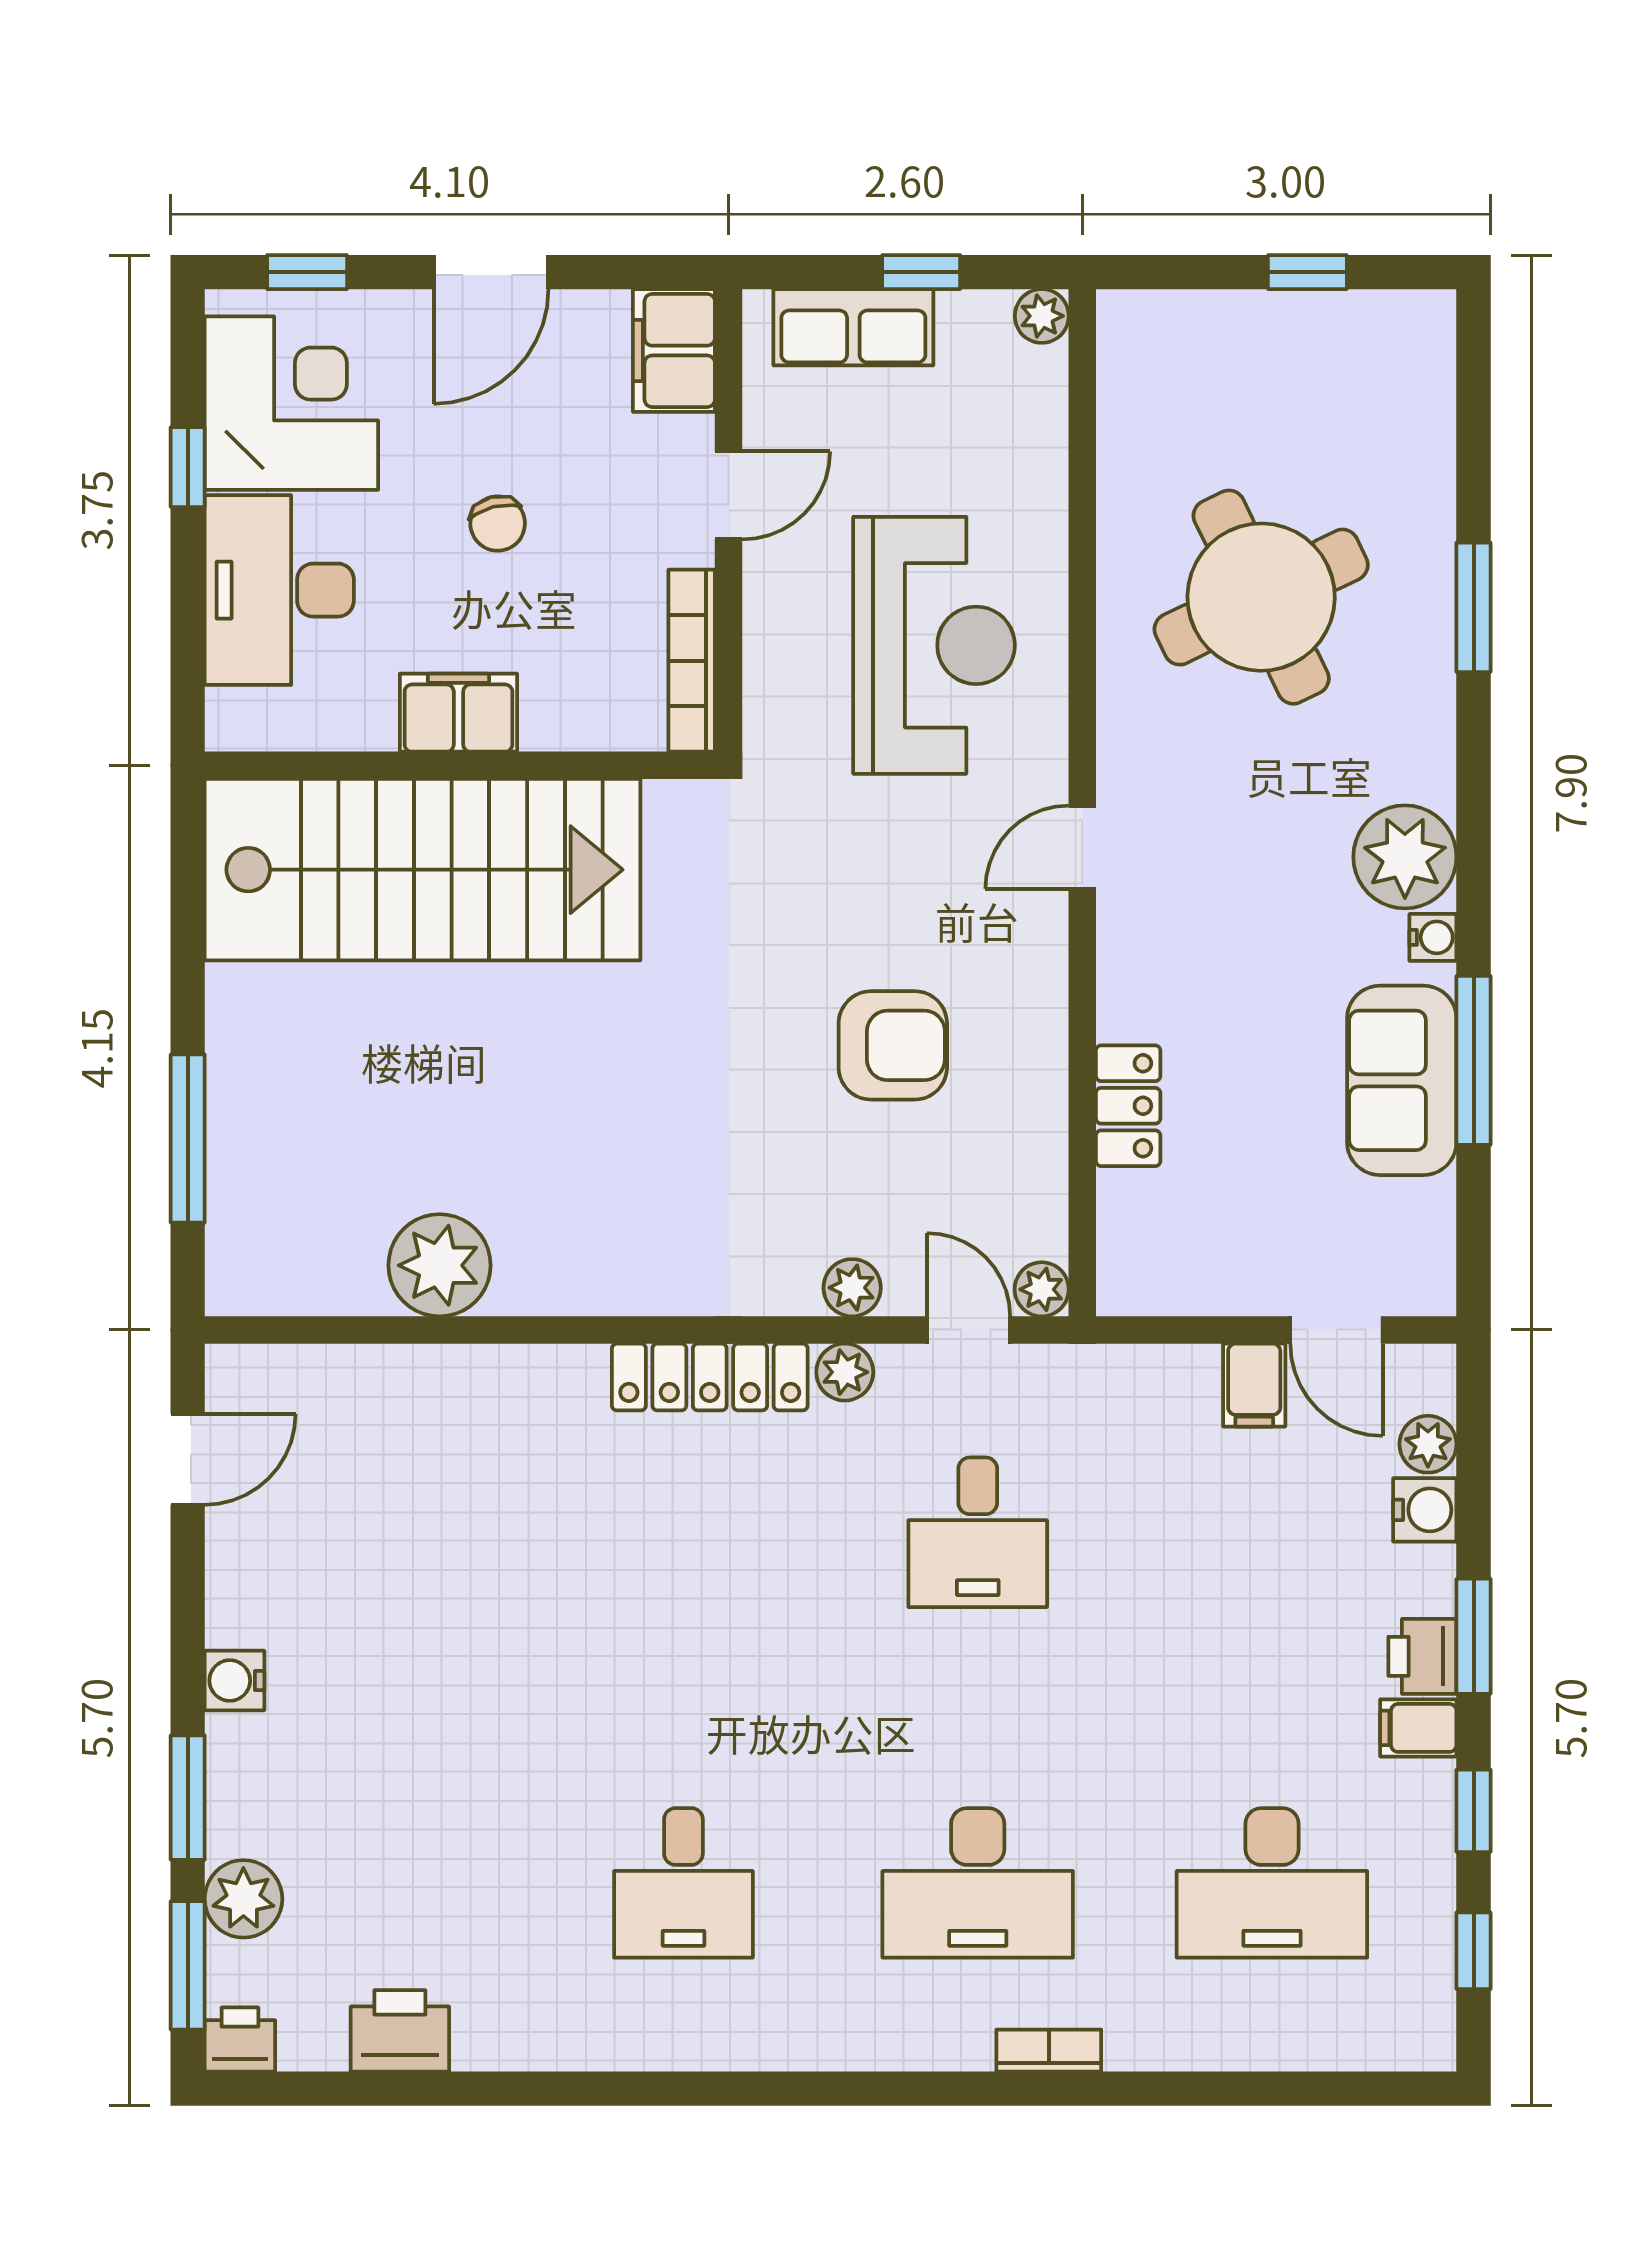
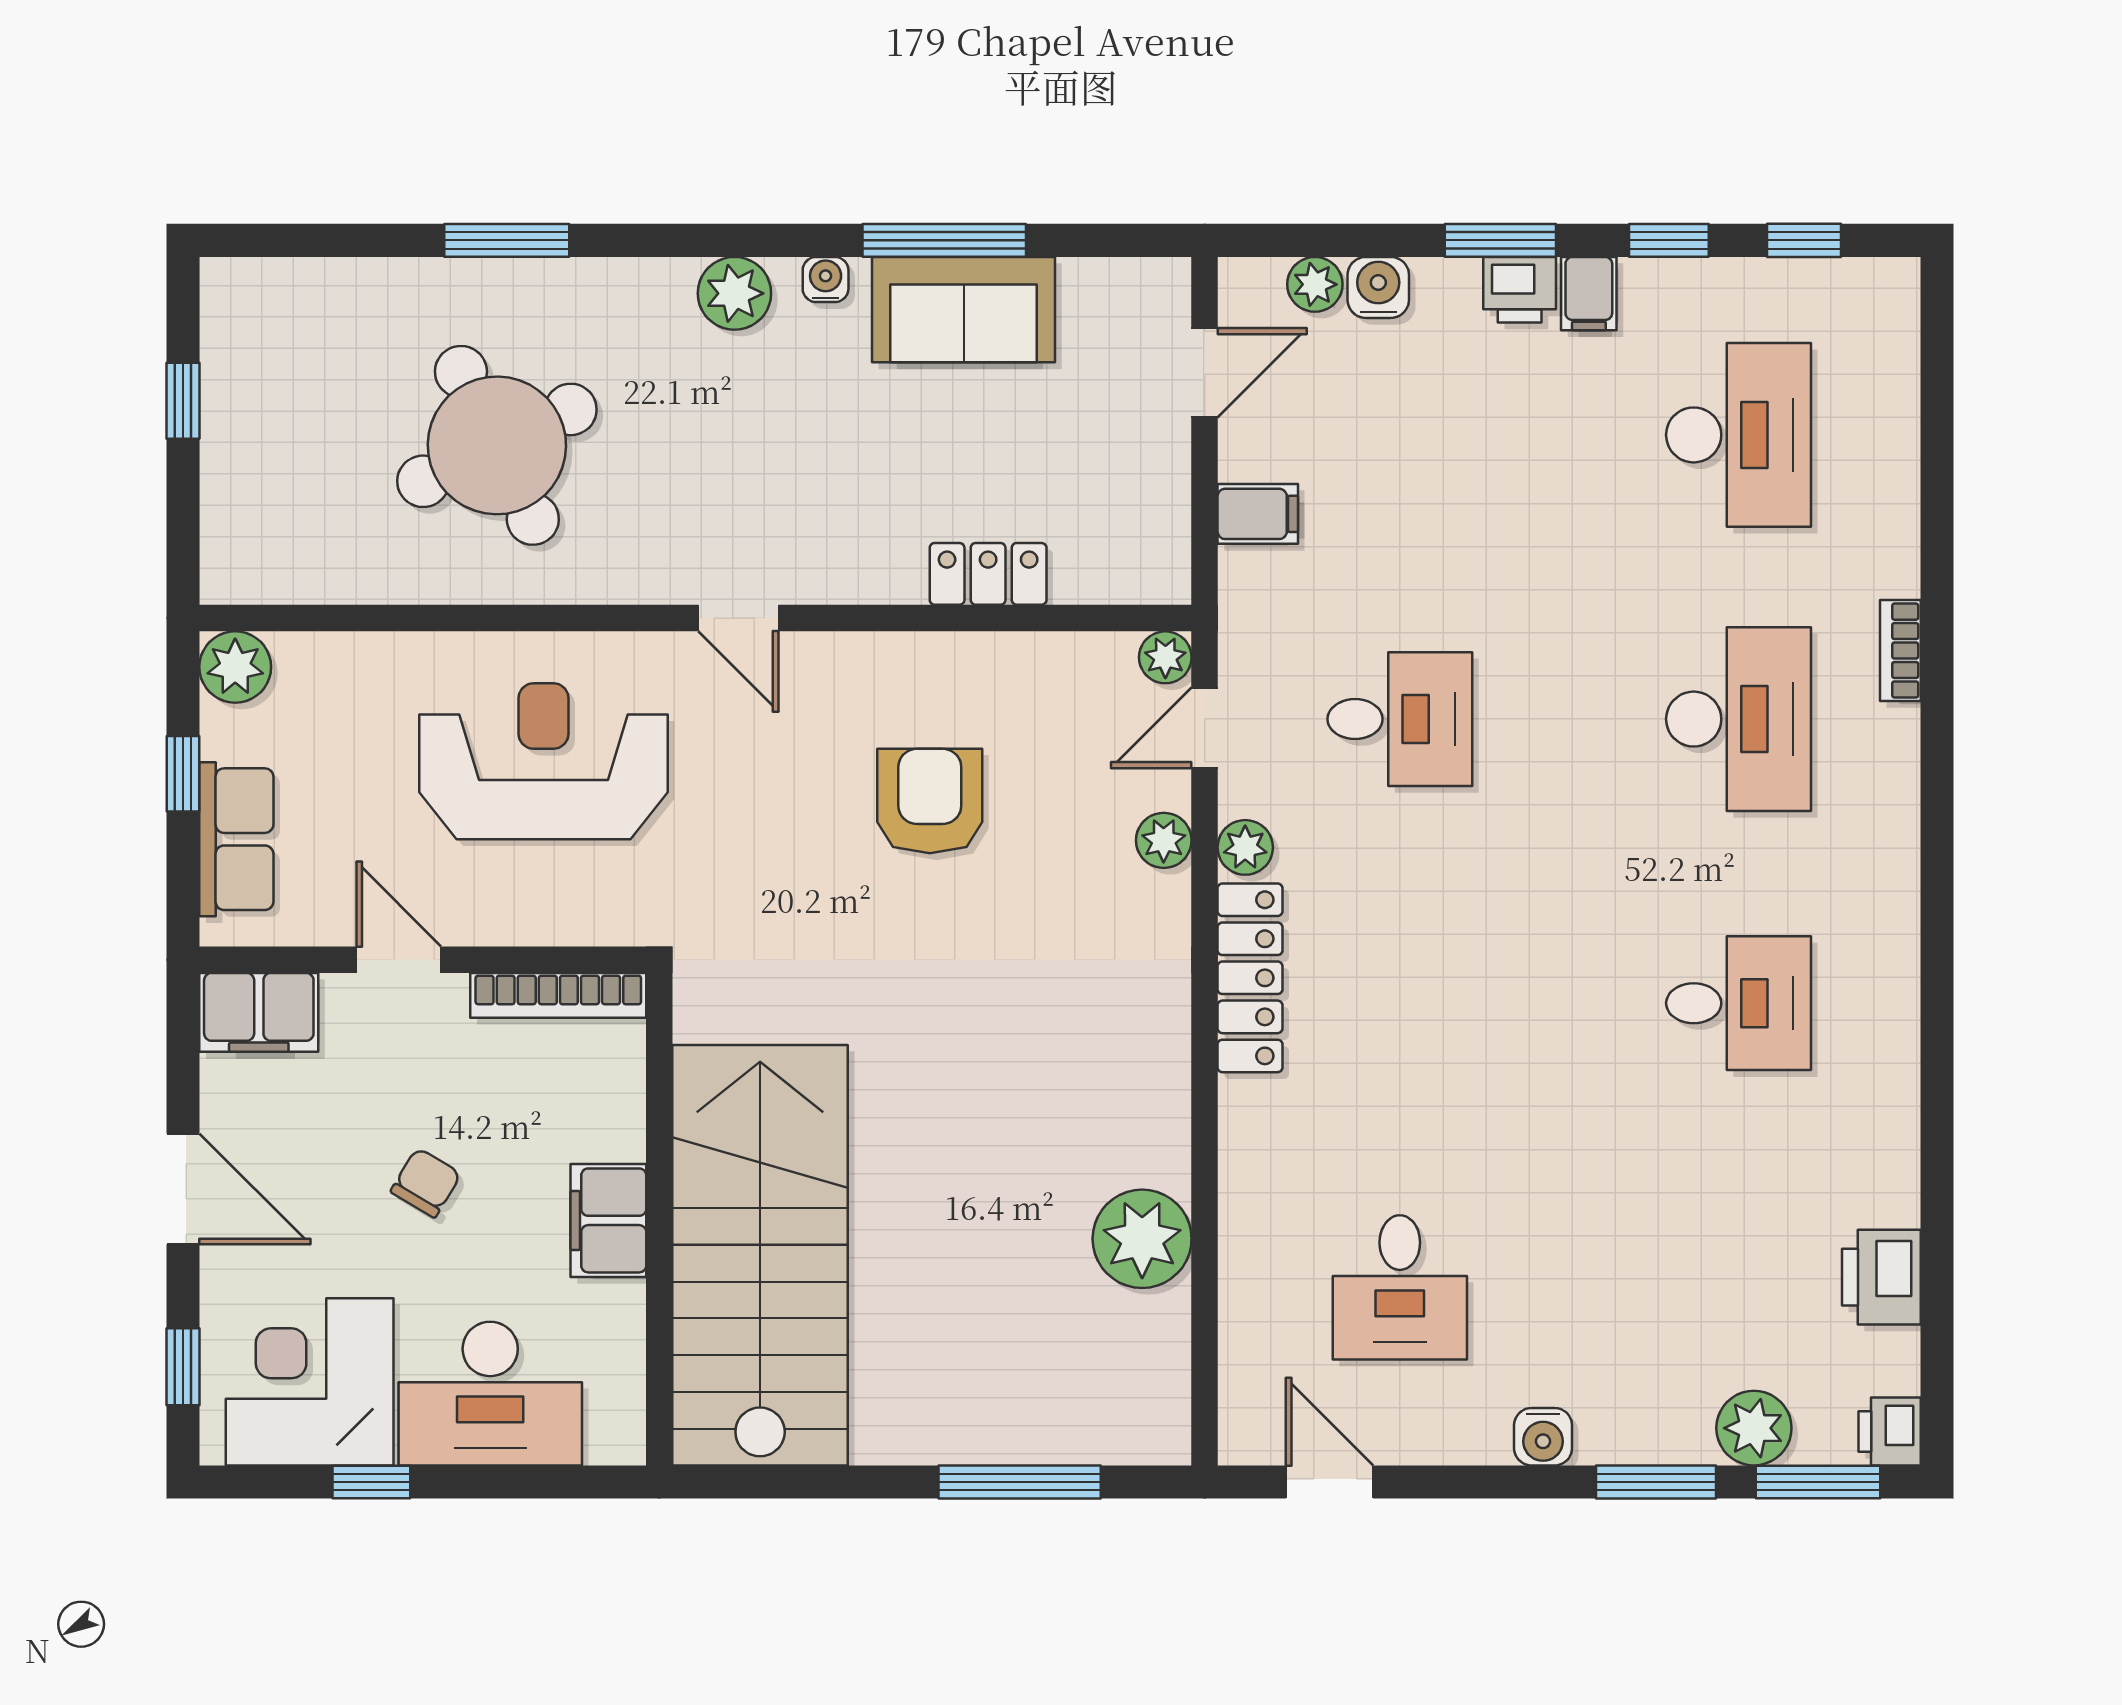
plant: (1042, 316) -> (235, 667), width x1.38, depth x1.38
chair: (498, 524) -> (426, 1183), turned -45
plant: (1405, 857) -> (734, 293), width x0.73, depth x0.73
filing cabinet: (1254, 1385) -> (1258, 514), moved
desk: (389, 1532) -> (1400, 1287), added

